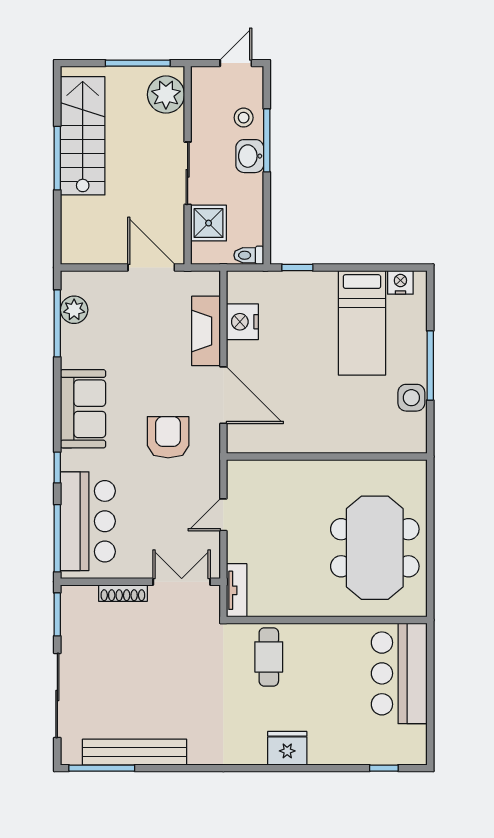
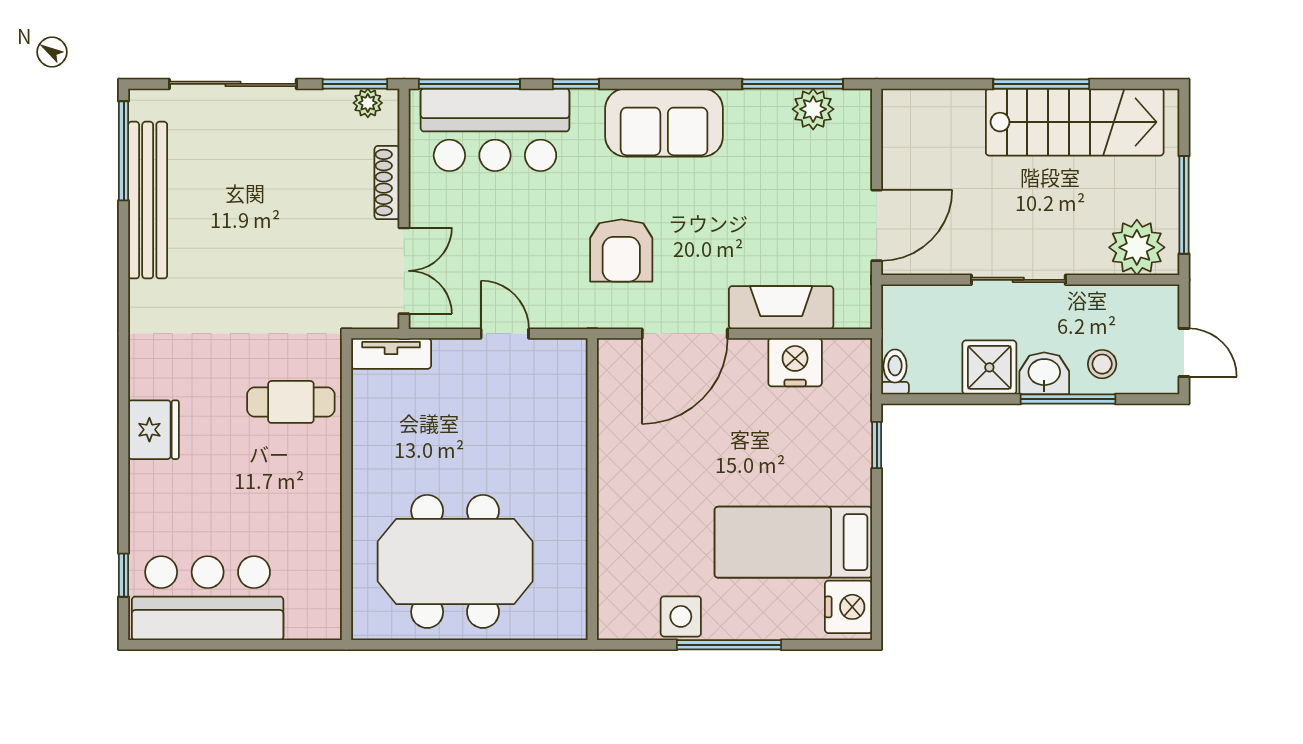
shower: (209, 223) -> (989, 367), moved
nightstand: (400, 282) -> (848, 607), width x1.36, depth x1.33
armchair: (168, 437) -> (621, 250), turned 90
plant: (70, 606) -> (368, 103), added
bar counter: (399, 673) -> (208, 598), moved

